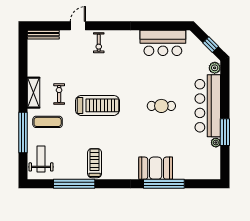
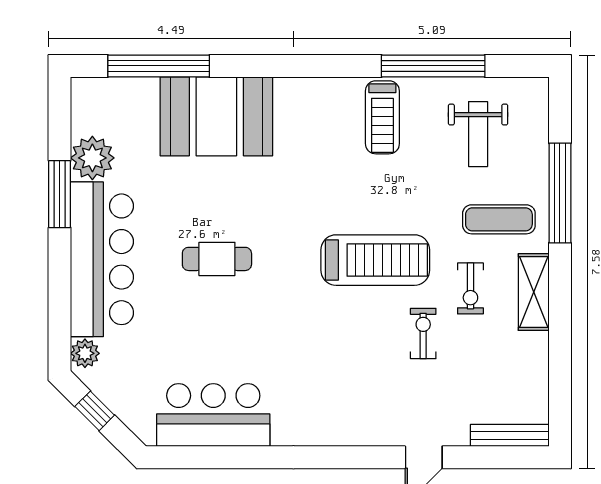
exercise bike: (99, 43) -> (423, 333), moved
treadmill: (97, 105) -> (375, 260), turned 180
plant: (216, 143) -> (92, 158), width x1.88, depth x1.88
weight bench: (41, 159) -> (478, 134), moved
booth: (156, 168) -> (216, 116), width x1.36, depth x1.42
window: (164, 184) -> (159, 66), moved

